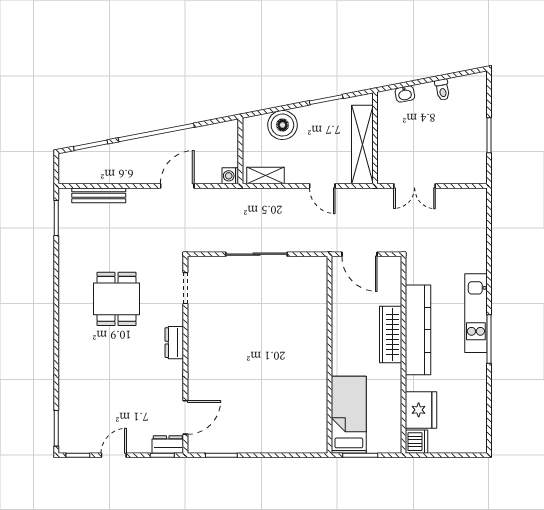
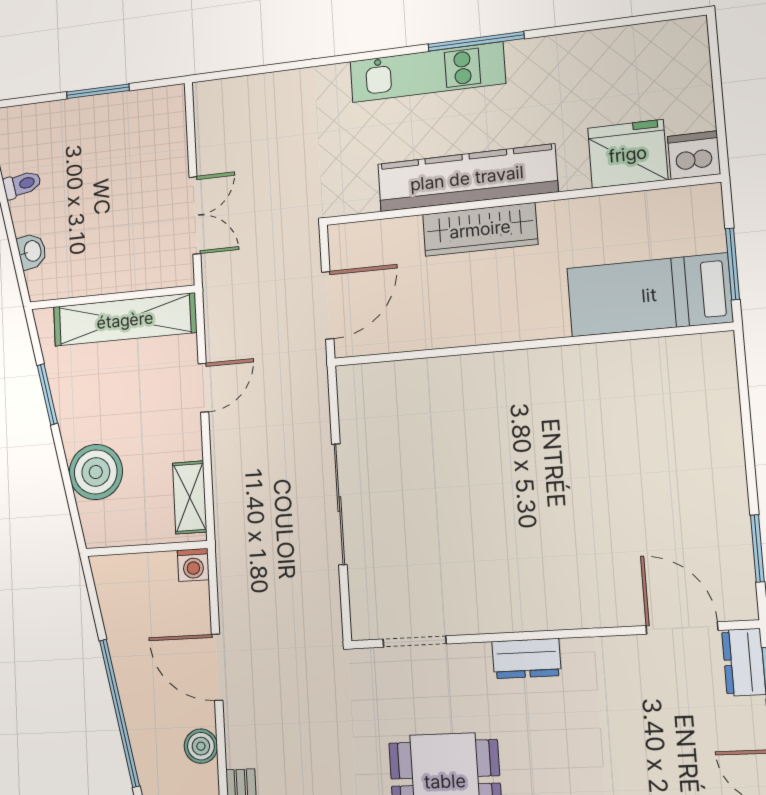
boiler: (138, 175) -> (201, 746), added

